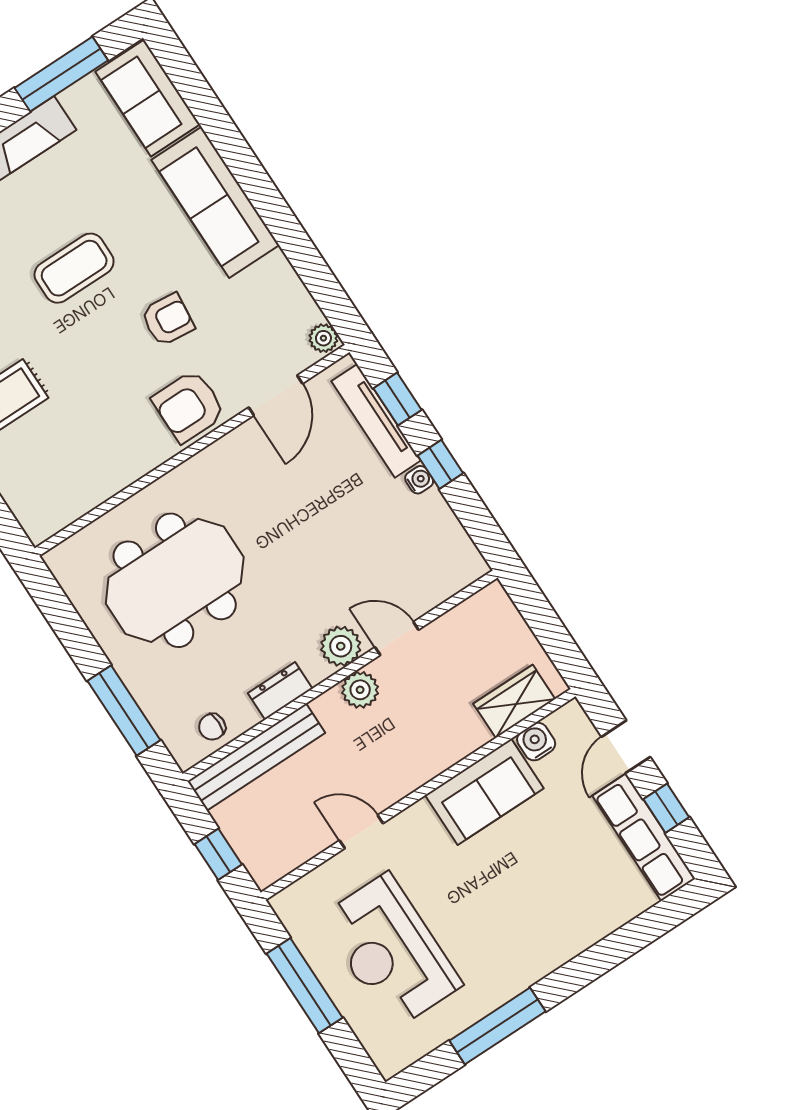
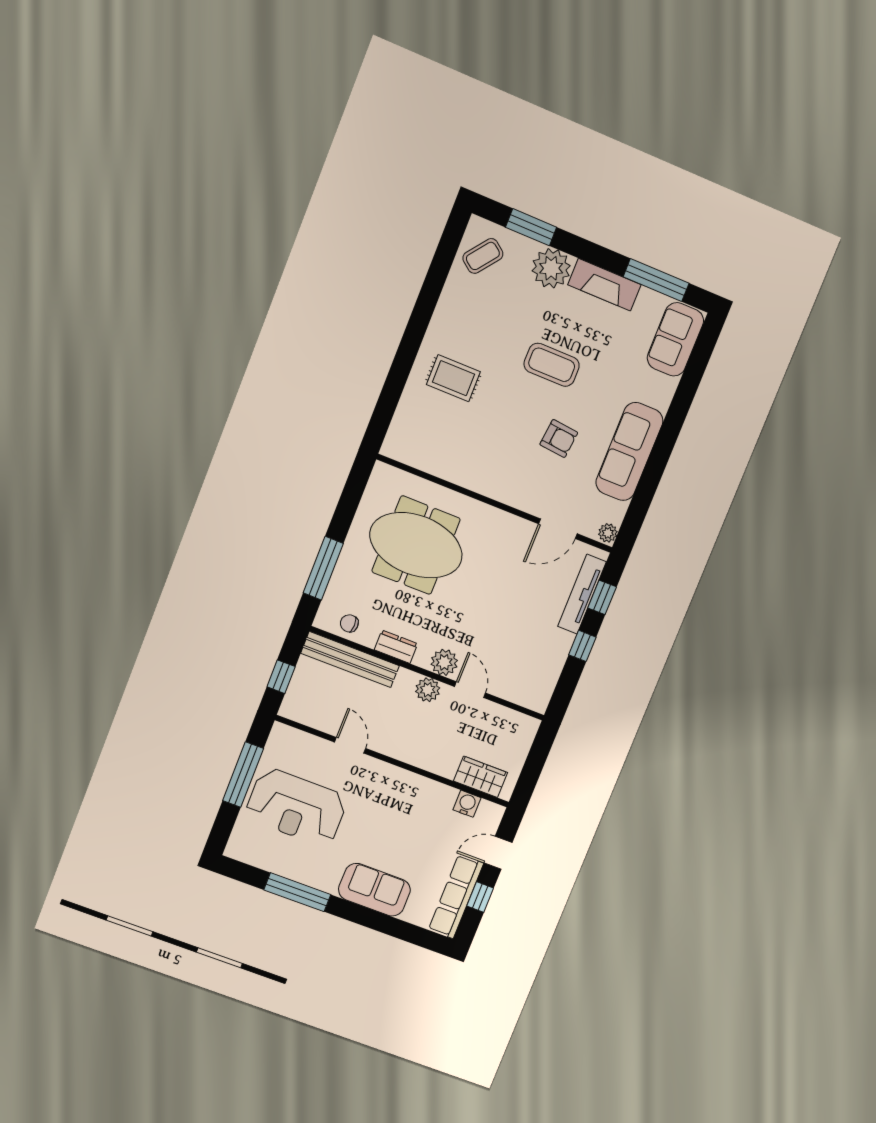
sofa: (215, 202) -> (629, 452), moved
armchair: (189, 406) -> (519, 485), removed
water cooler: (419, 480) -> (566, 640), removed
sofa: (484, 792) -> (374, 890), moved, turned 180
reception desk: (391, 951) -> (296, 807), turned -90

